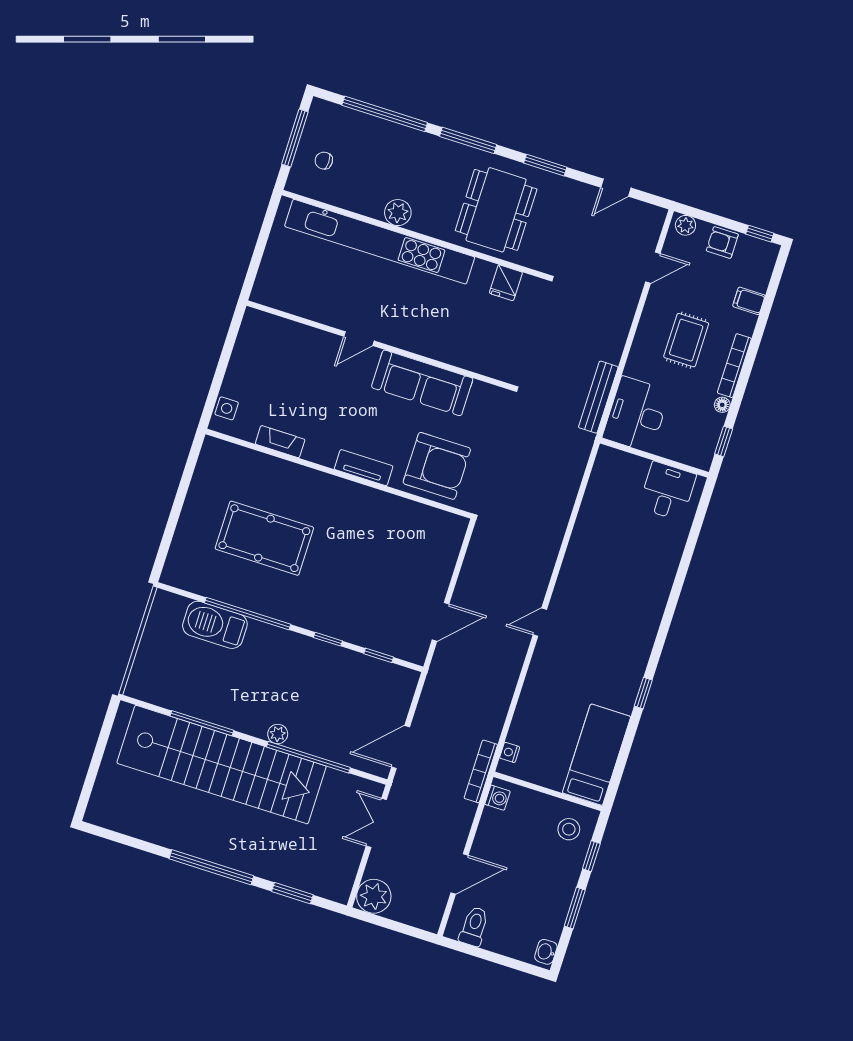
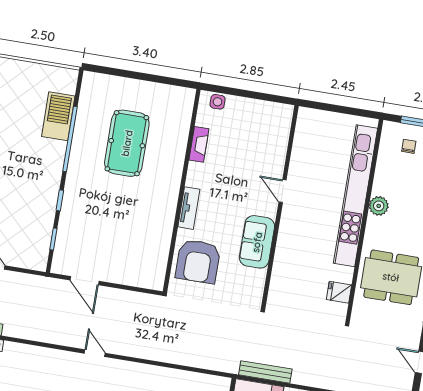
sofa: (422, 383) -> (257, 242), width x0.73

